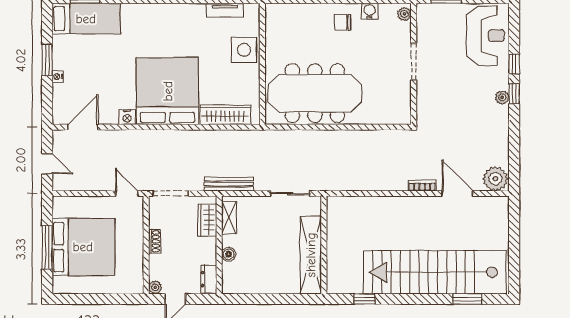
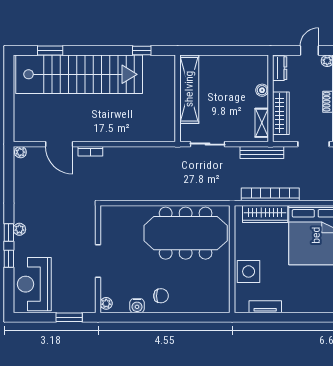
bookcase: (219, 137) -> (270, 194), added
plant: (495, 179) -> (20, 152), width x0.53, depth x0.53
wardrobe: (207, 220) -> (281, 113), width x1.50

